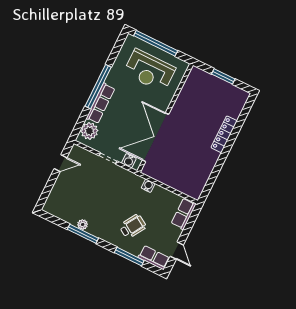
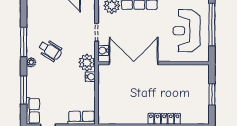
plant: (133, 182) -> (87, 63), added
plant: (83, 225) -> (31, 62), moved
wheelchair: (133, 226) -> (50, 50), moved

